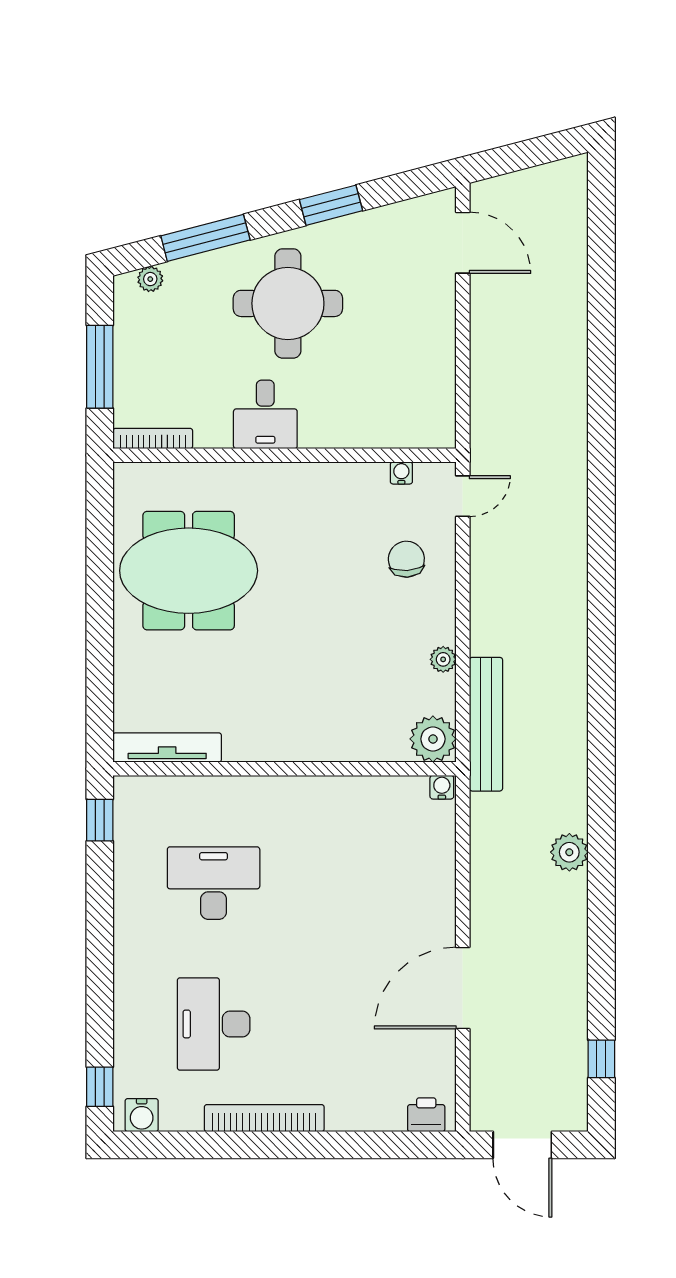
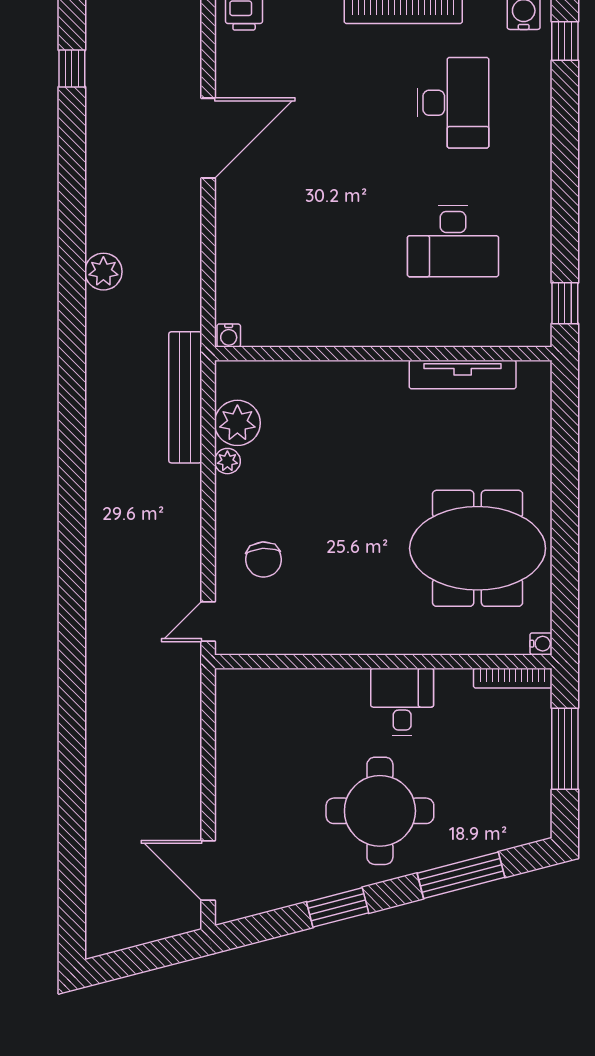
plant: (150, 279) -> (515, 835), removed
water cooler: (401, 473) -> (541, 644), moved, turned -90
plant: (433, 739) -> (237, 423), moved
tv unit: (167, 747) -> (463, 375), moved

